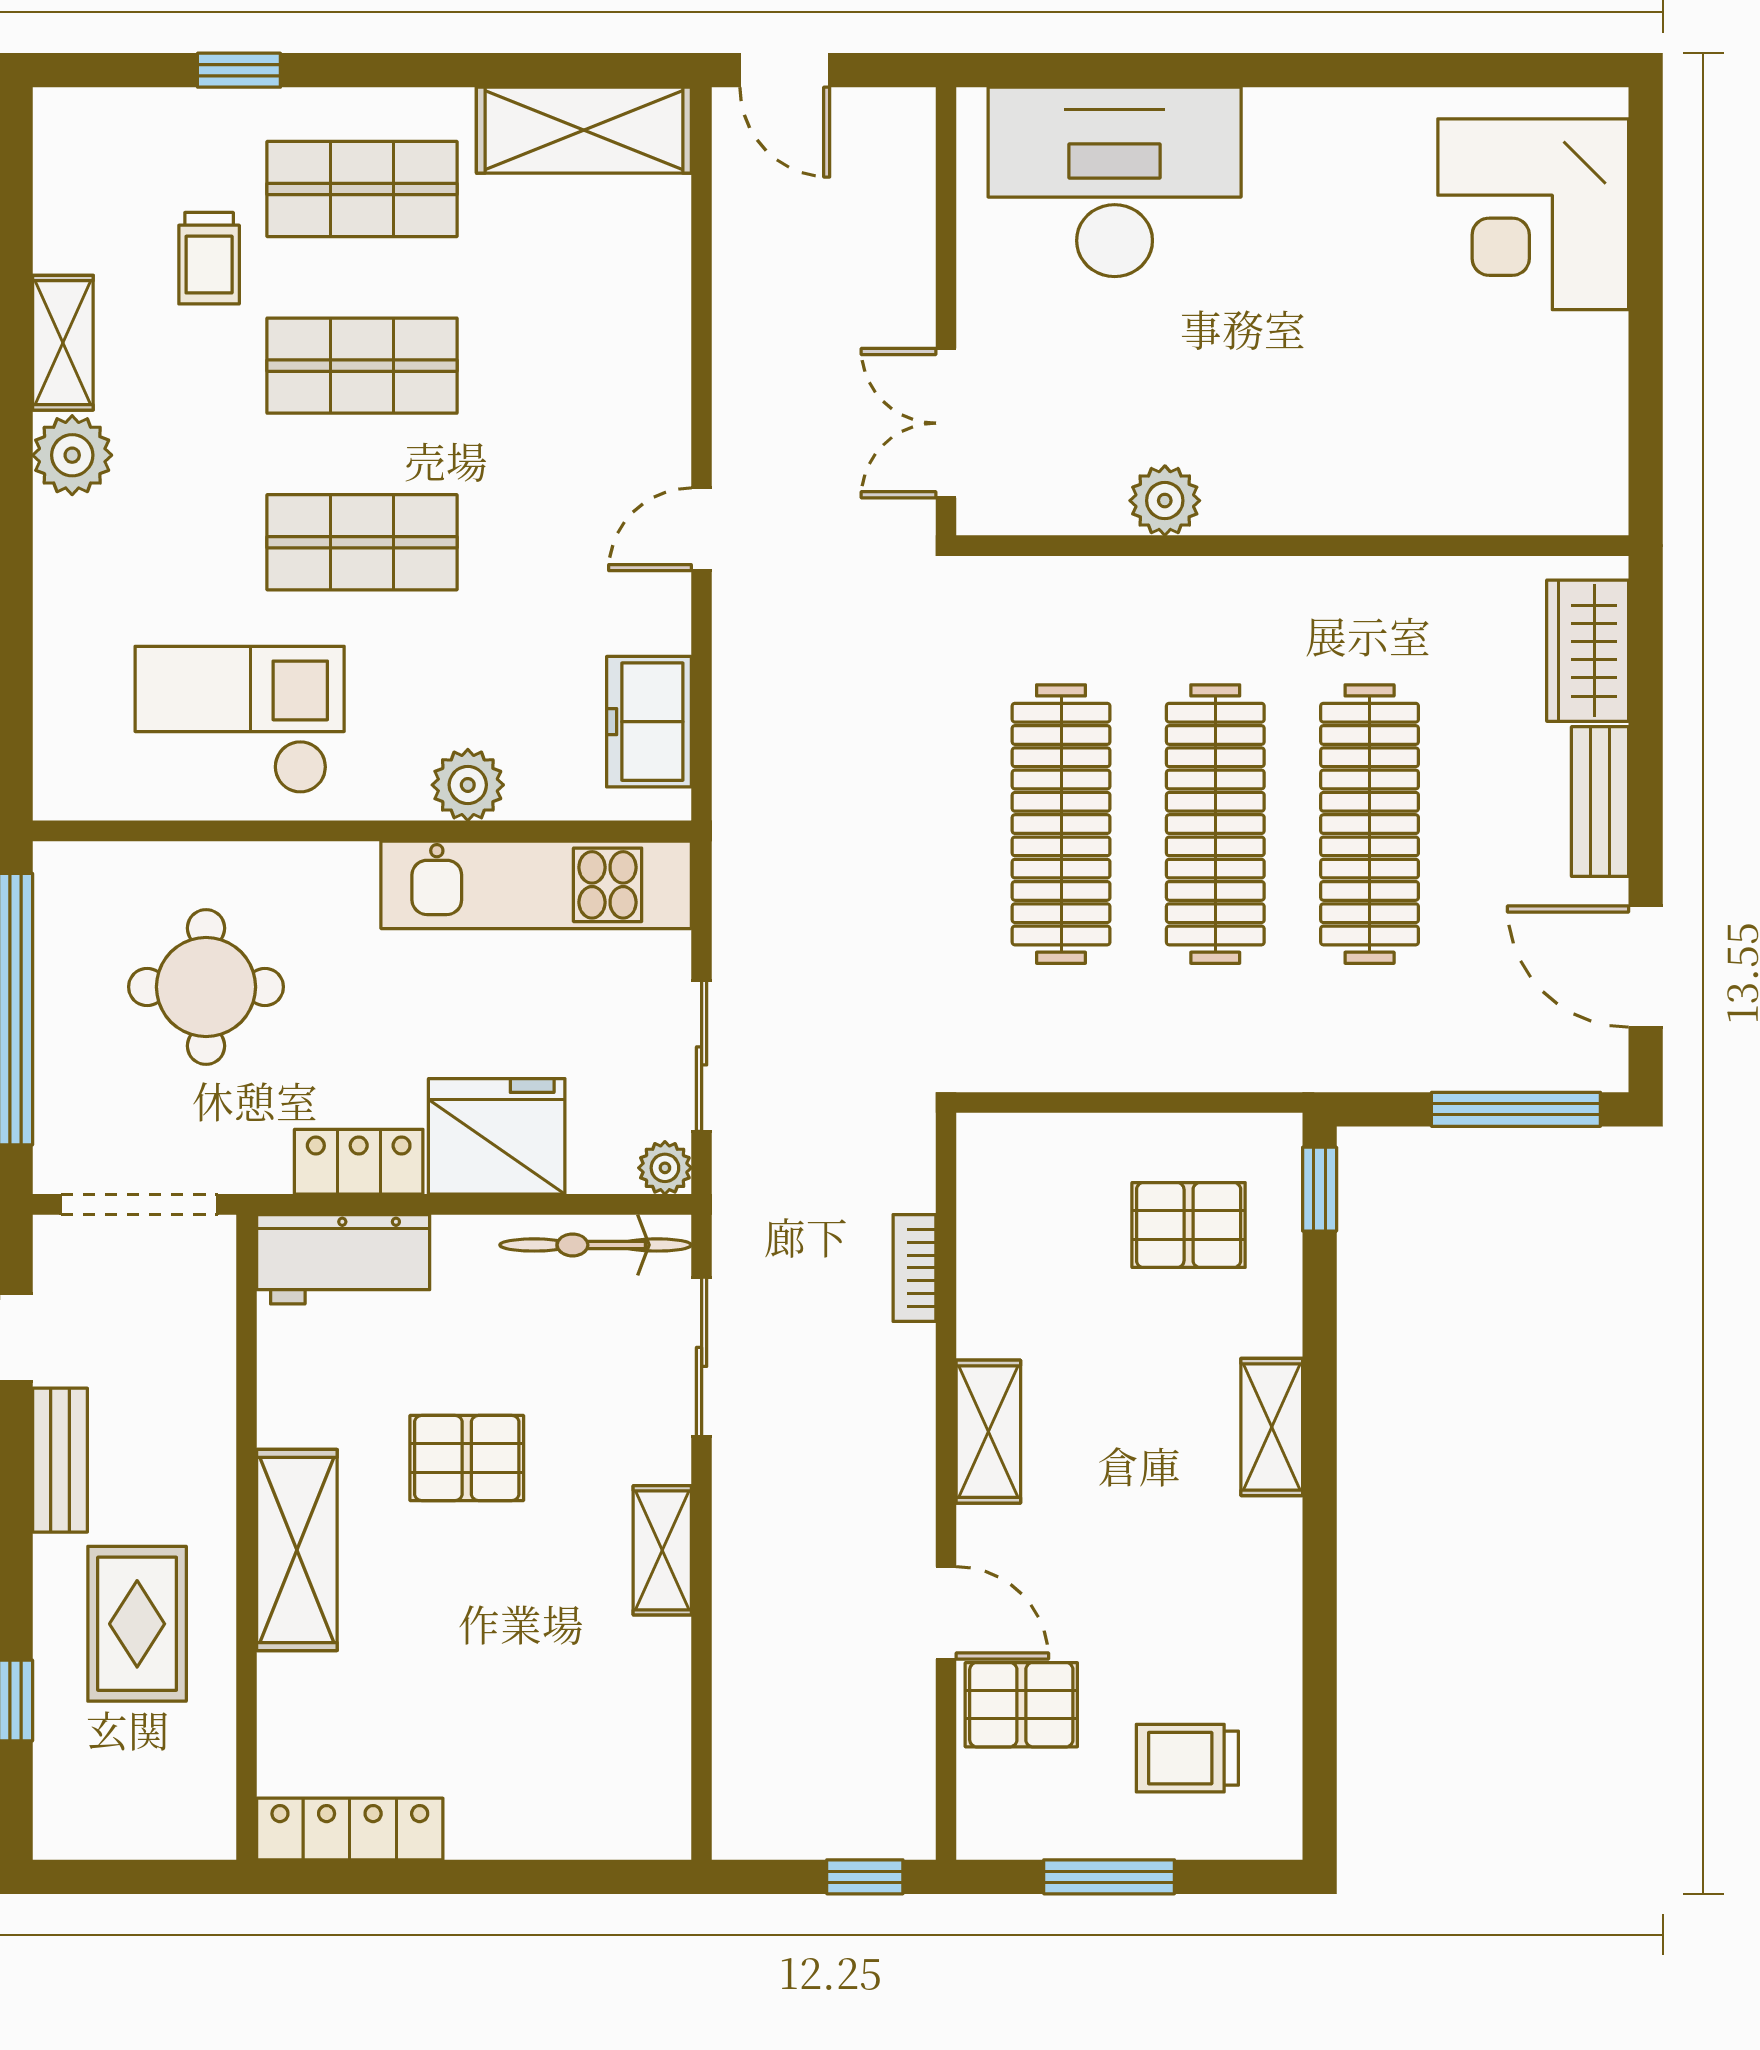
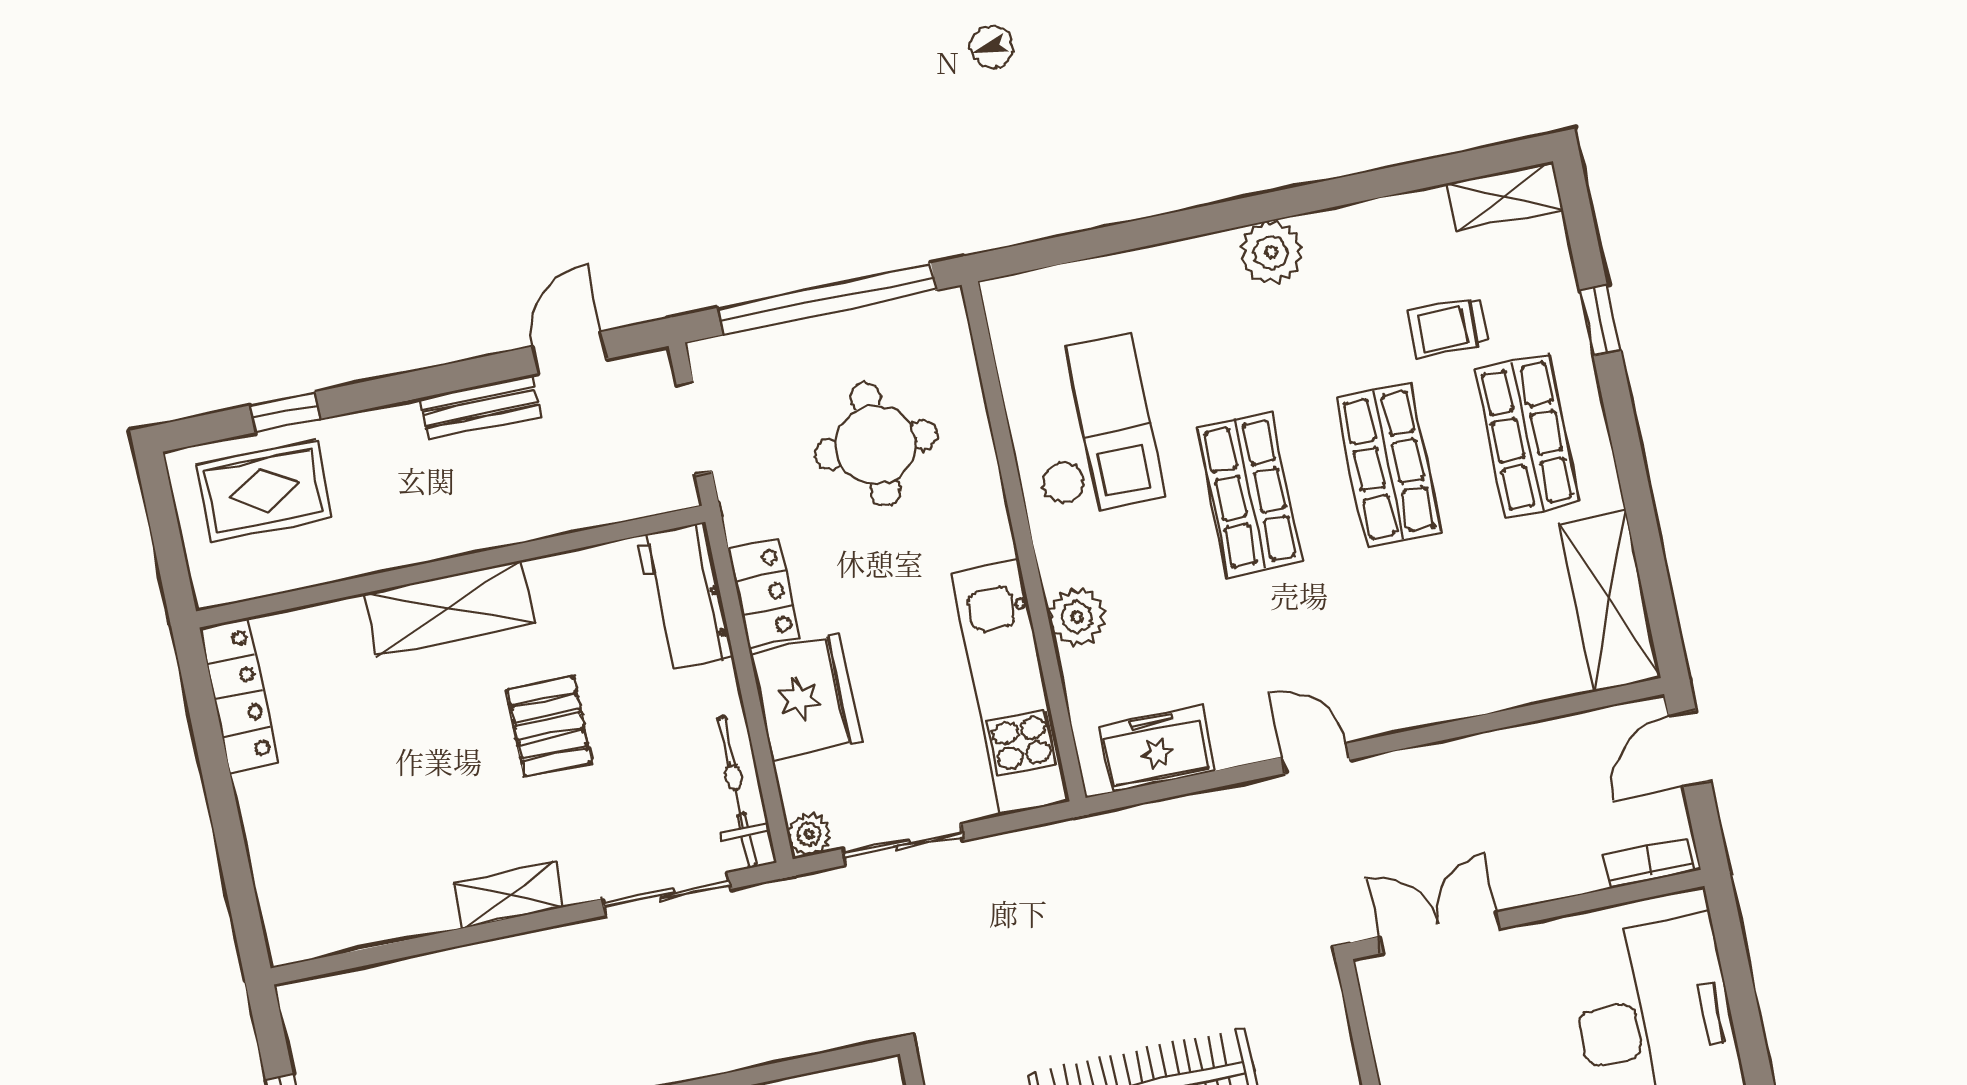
shelving: (63, 343) -> (1505, 196), moved
doorway: (139, 1204) -> (694, 428), width x0.73
bookcase: (914, 1268) -> (1649, 863), moved
rug: (137, 1624) -> (264, 491), moved

